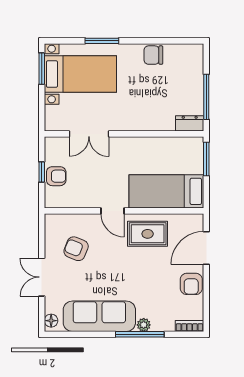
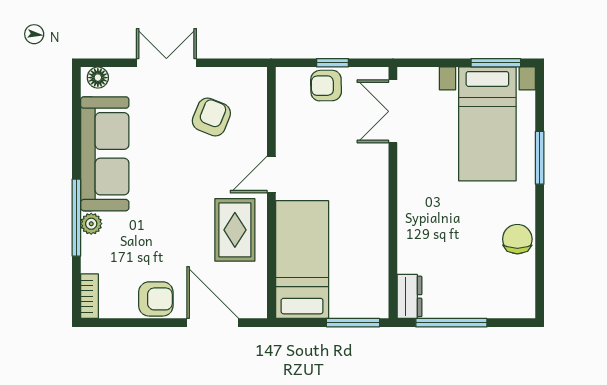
double door: (89, 134) -> (393, 111), moved
armchair: (56, 176) -> (326, 86), turned 89
armchair: (191, 284) -> (156, 299), turned 180

